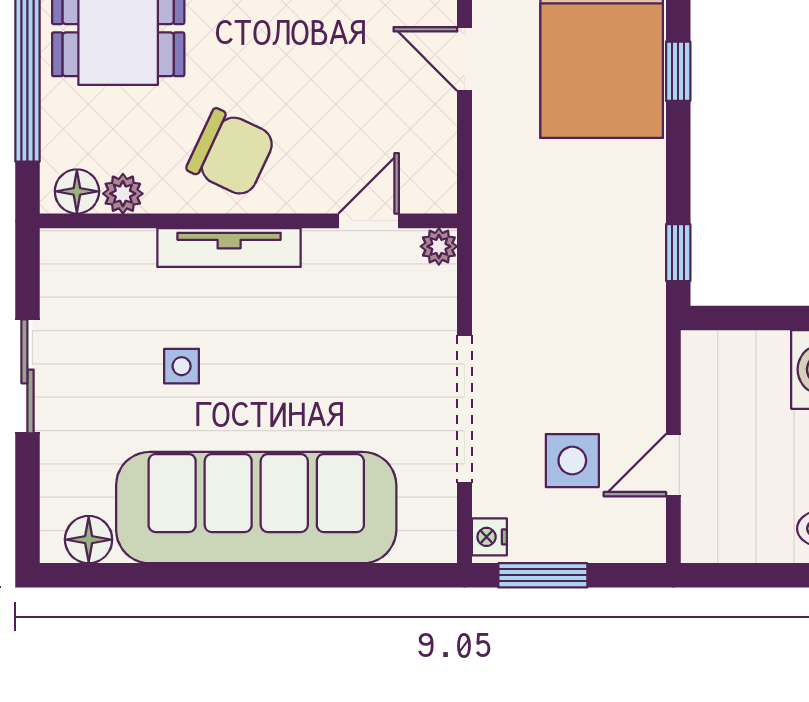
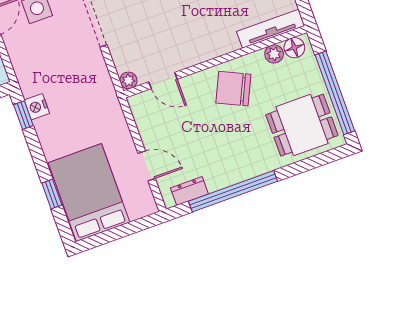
door: (369, 221) -> (163, 81), hinge flipped
tv unit: (229, 248) -> (271, 29), moved
nightstand: (645, 260) -> (37, 107), added

